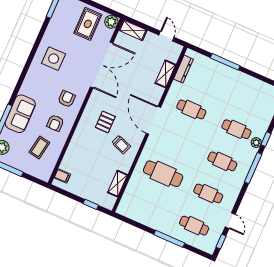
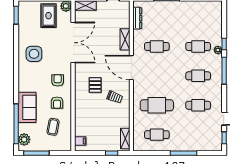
shelving: (165, 74) -> (125, 39), moved
shelving: (118, 184) -> (125, 138), moved
cafe table: (194, 226) -> (157, 135), moved

